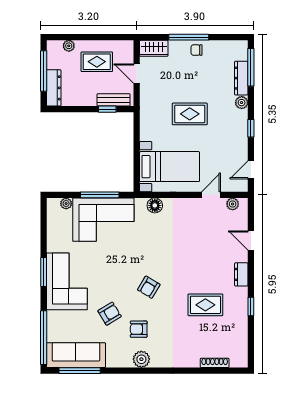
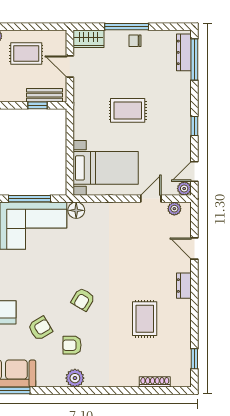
dresser: (241, 78) -> (184, 52), moved
plant: (242, 103) -> (184, 189), moved
floor lamp: (155, 205) -> (76, 210), moved
rug: (205, 305) -> (145, 319), turned 90
window: (251, 307) -> (194, 359), moved

